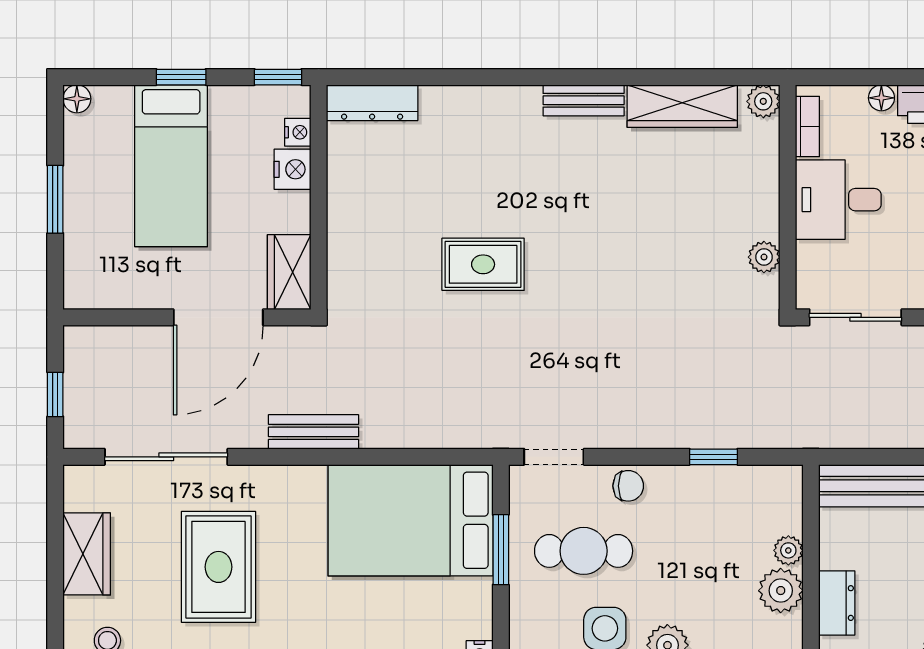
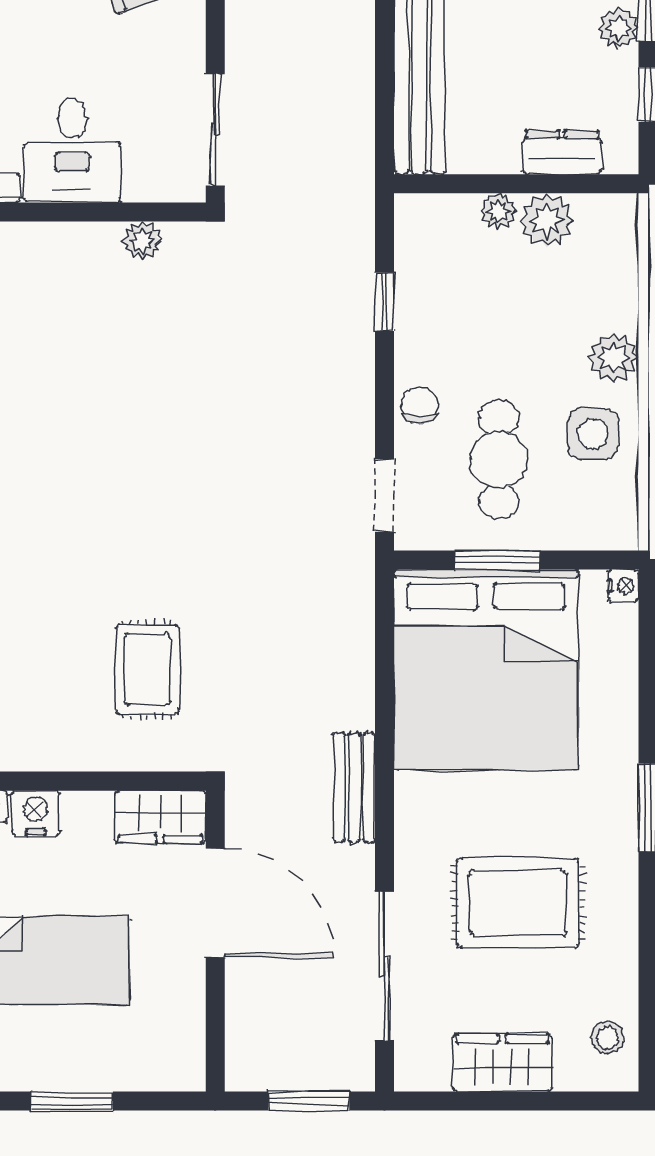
rug: (483, 264) -> (147, 669), moved
window: (55, 394) -> (309, 1101), width x1.50
bed: (411, 520) -> (486, 670), width x1.36

